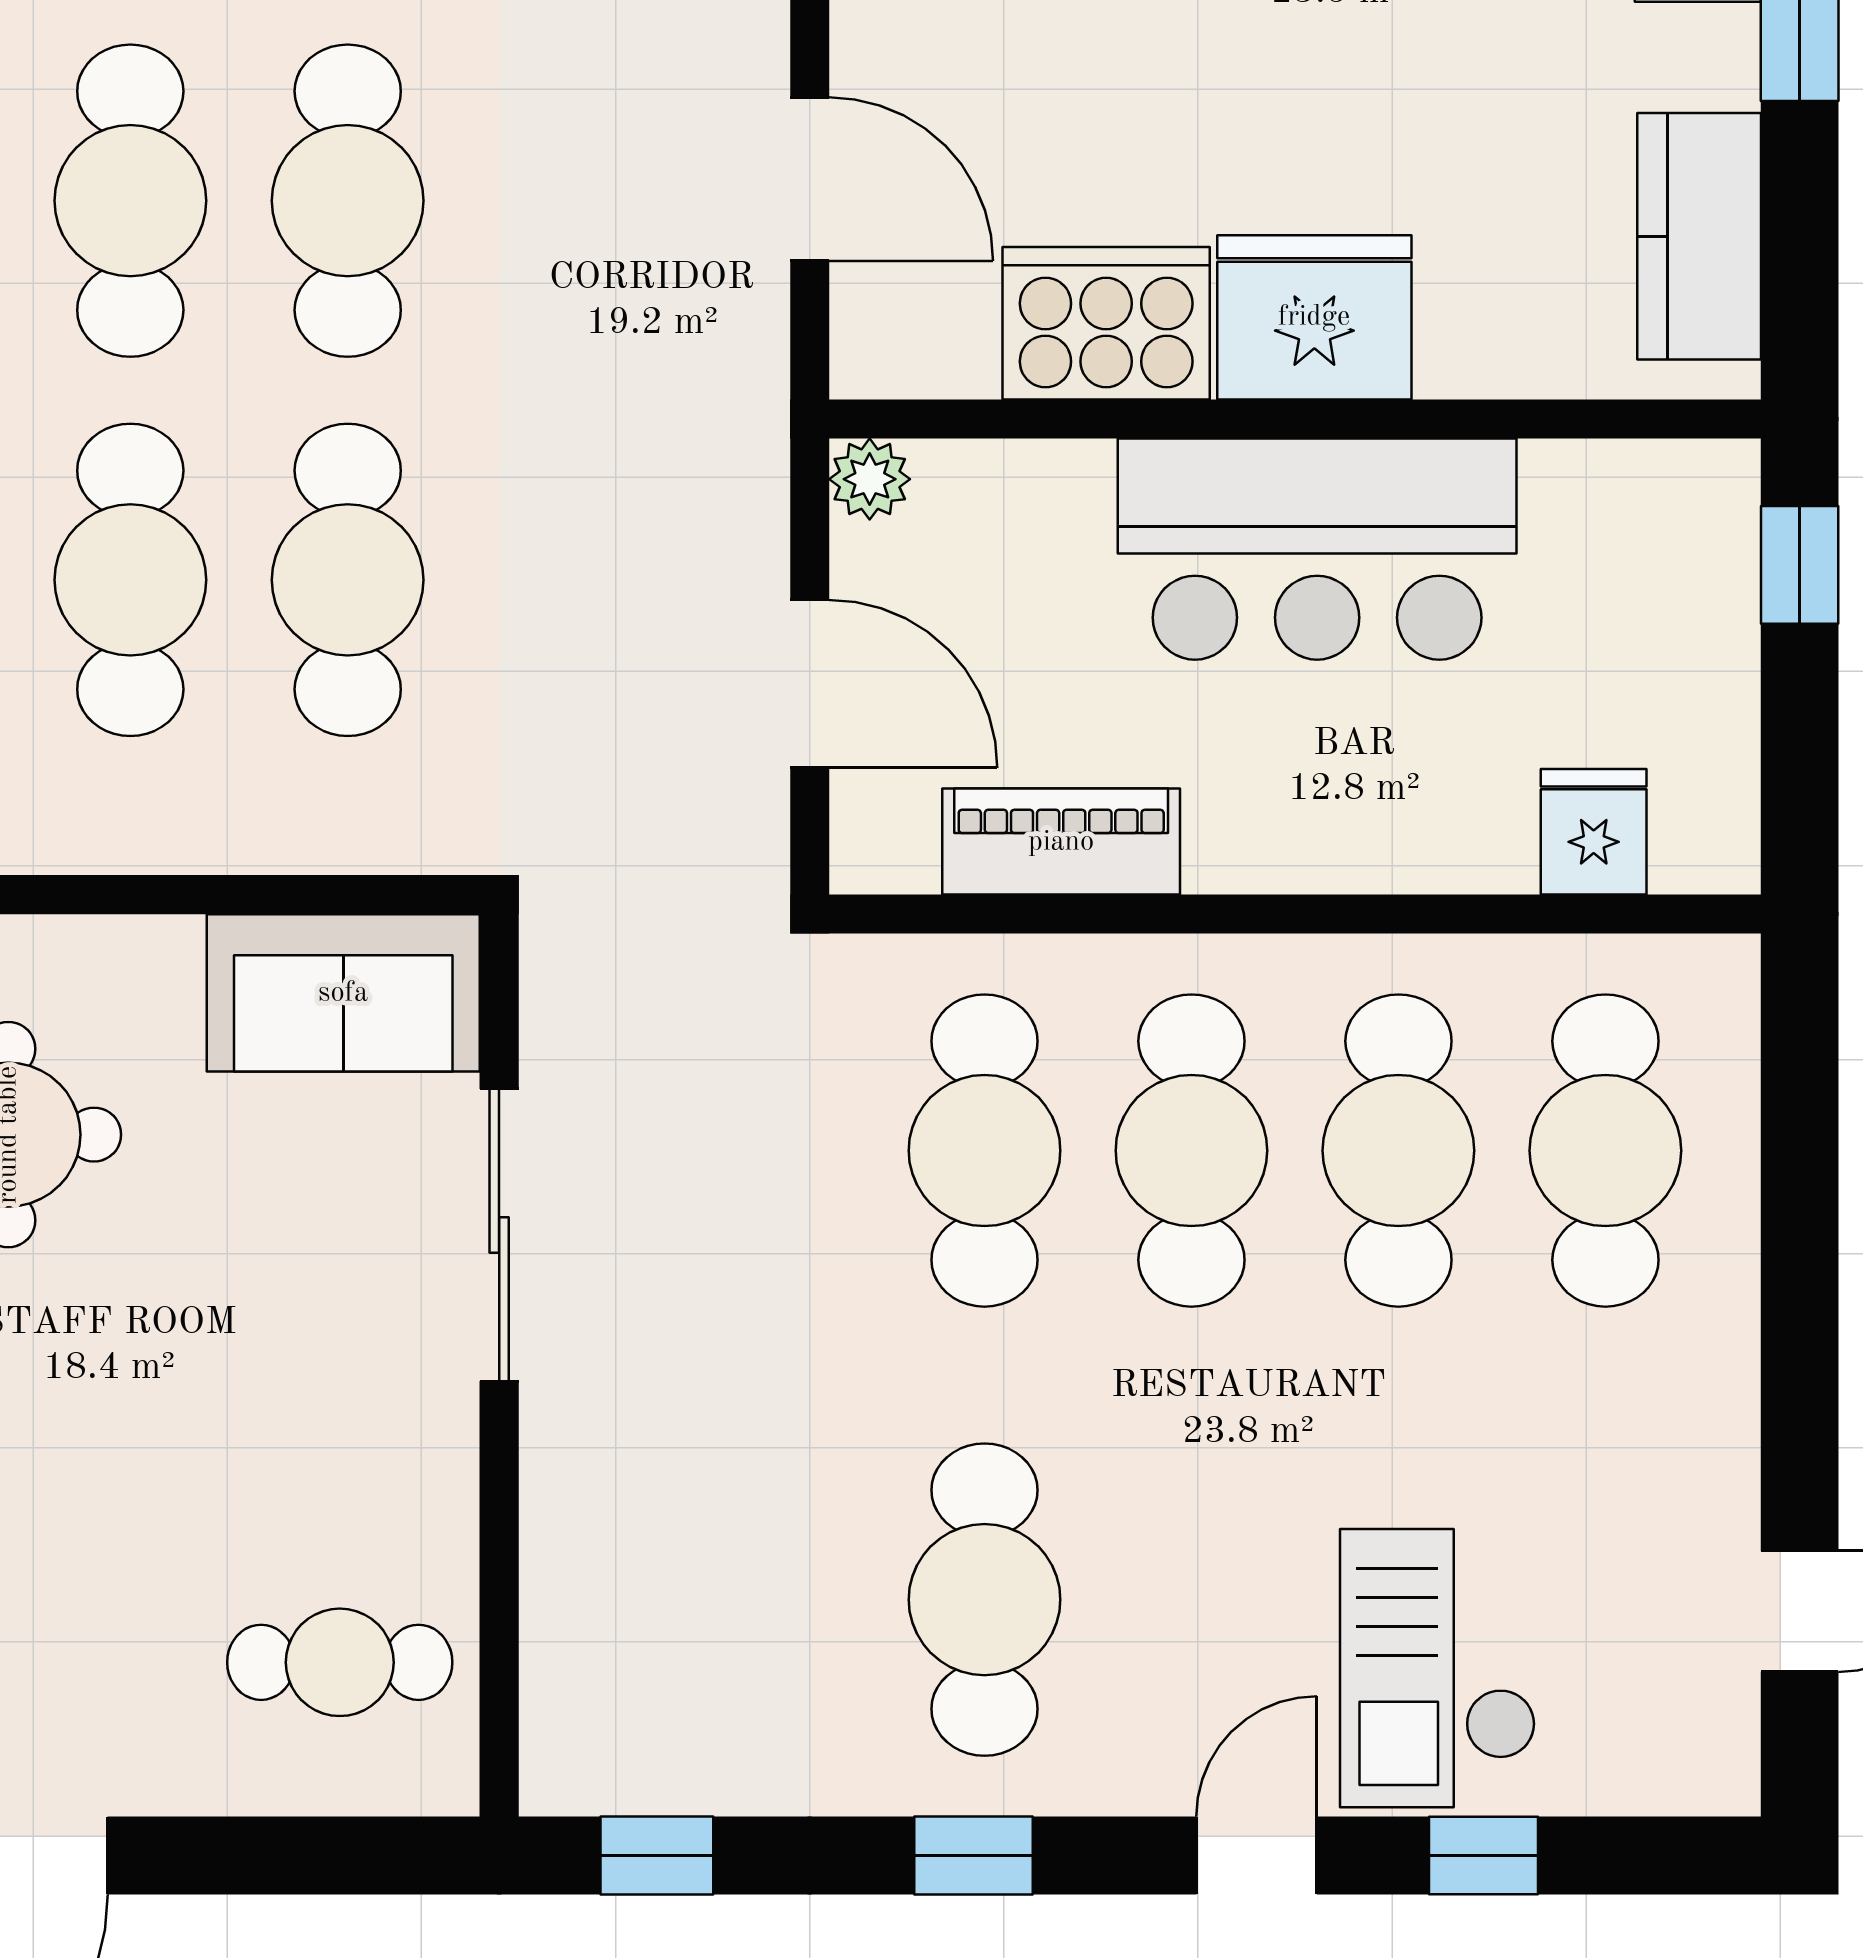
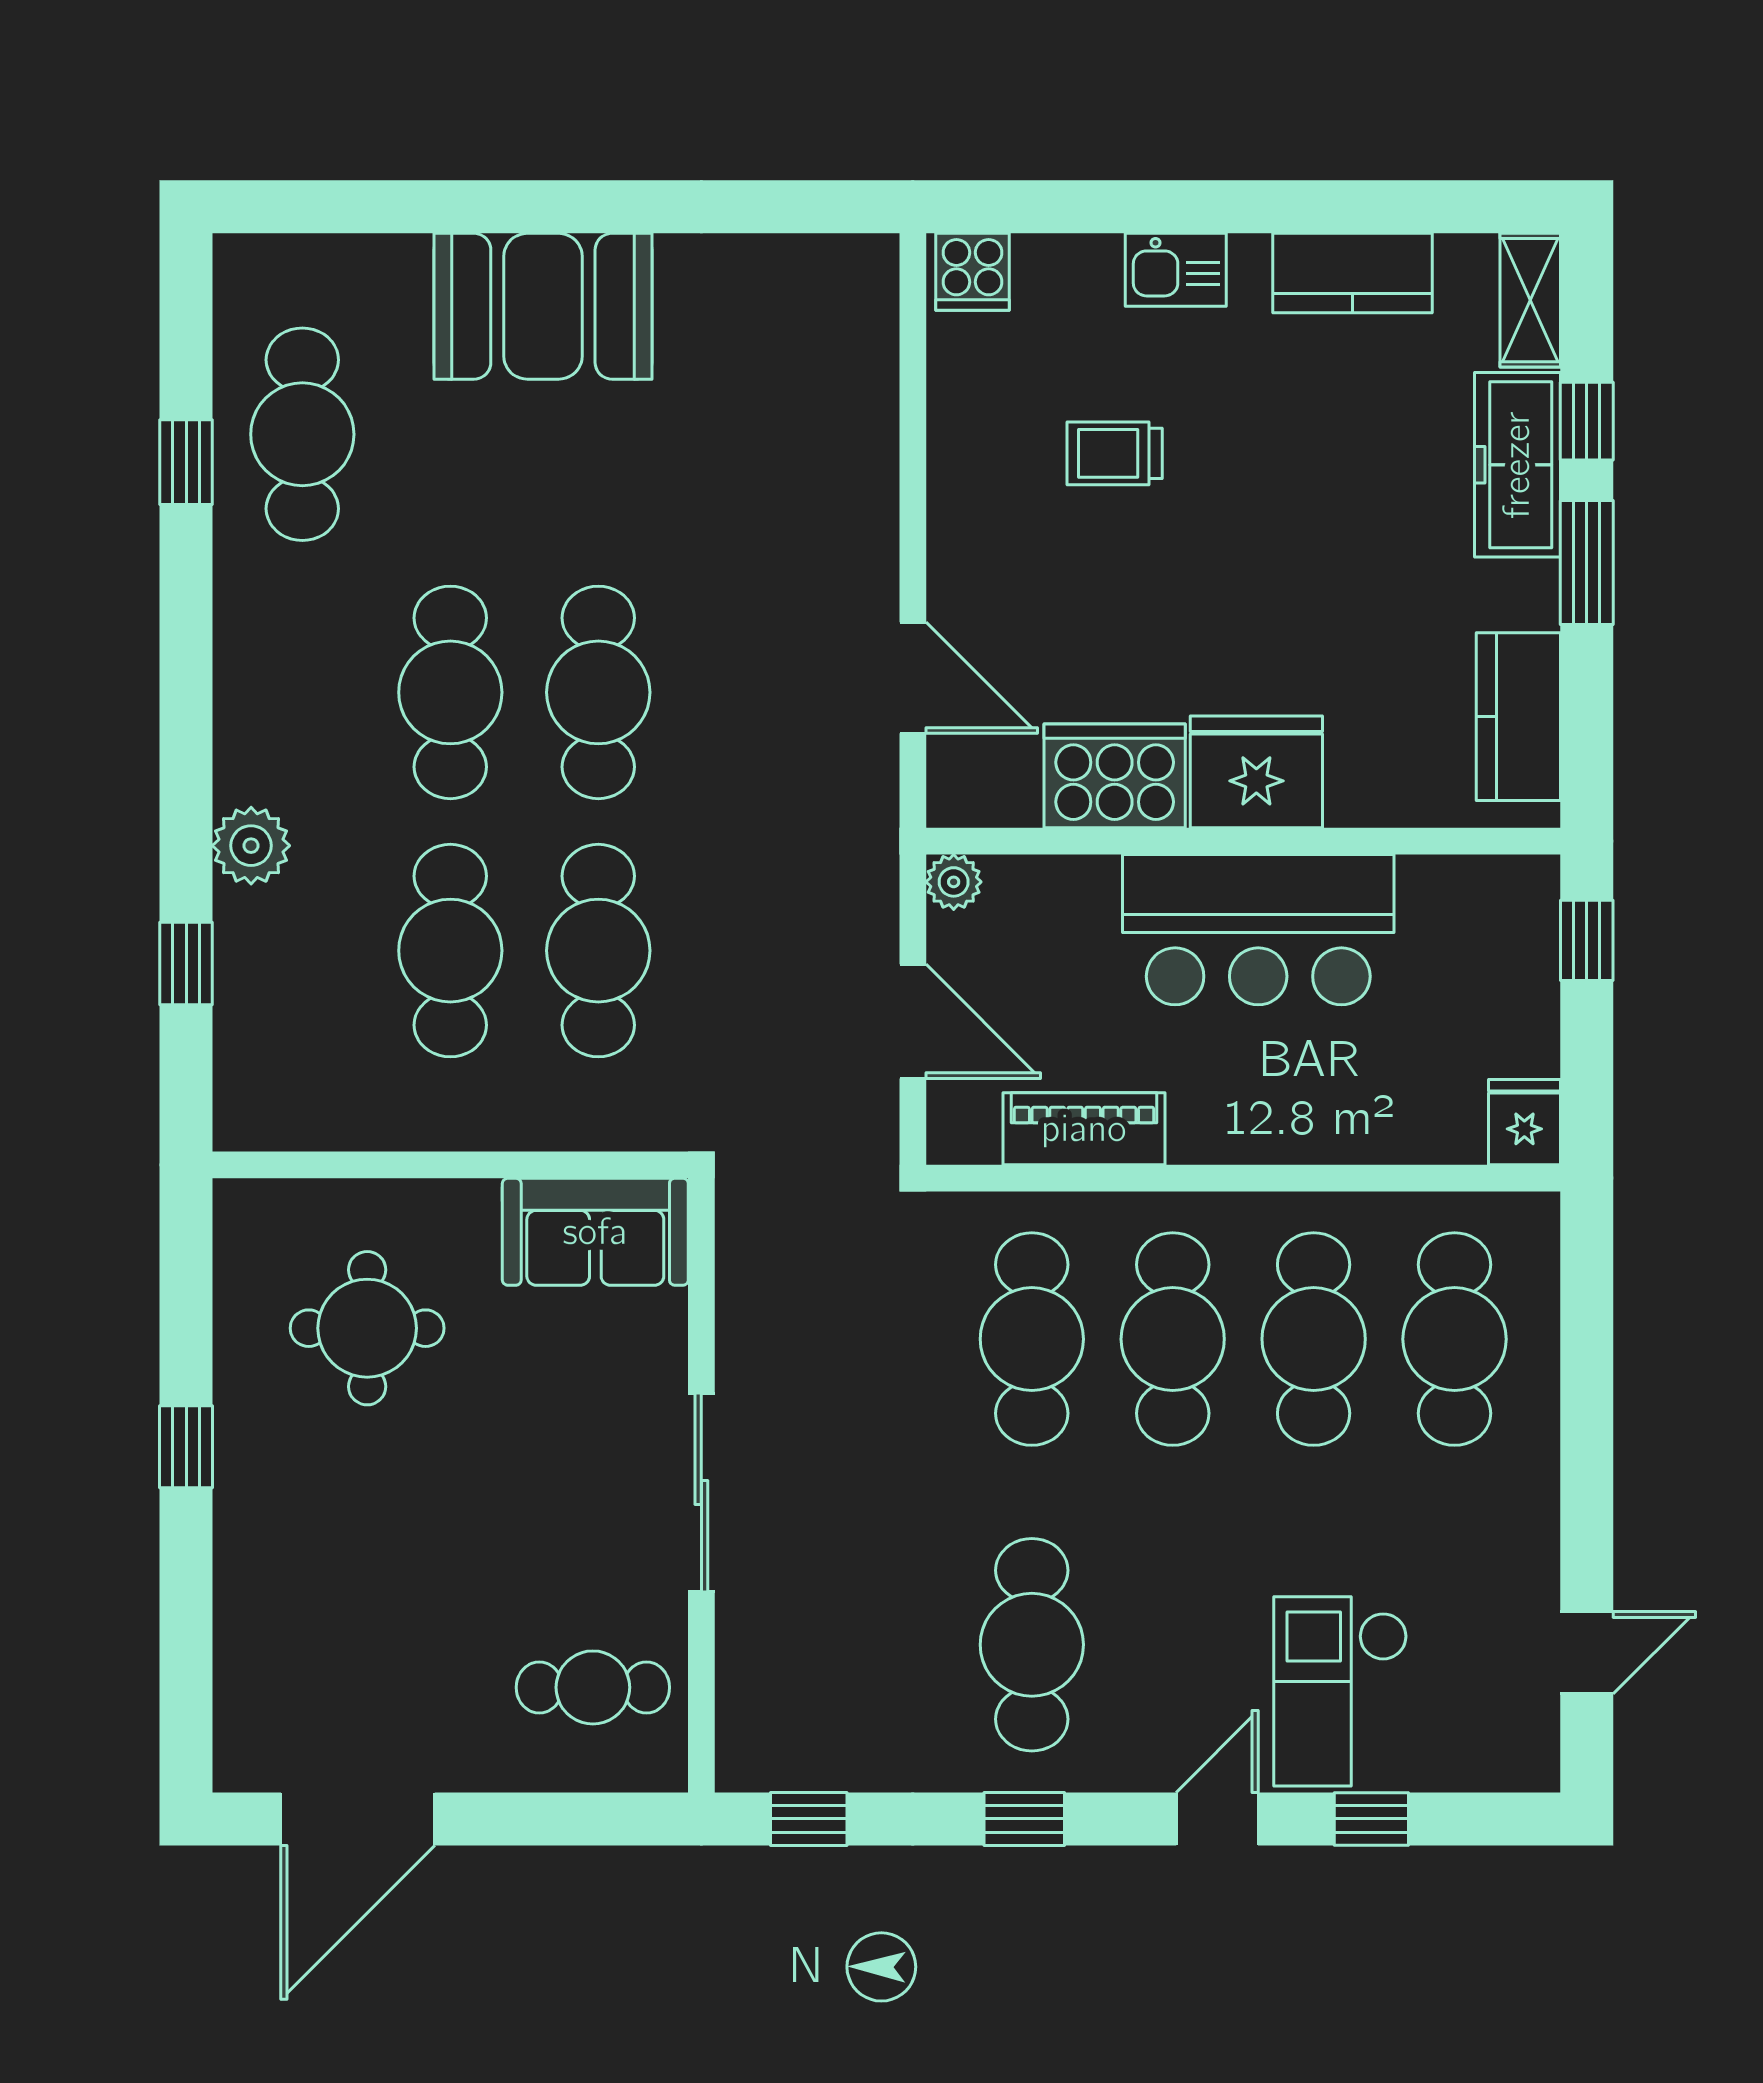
fridge: (1594, 832) -> (1524, 1122), moved
sliding door: (499, 1235) -> (701, 1493), moved

